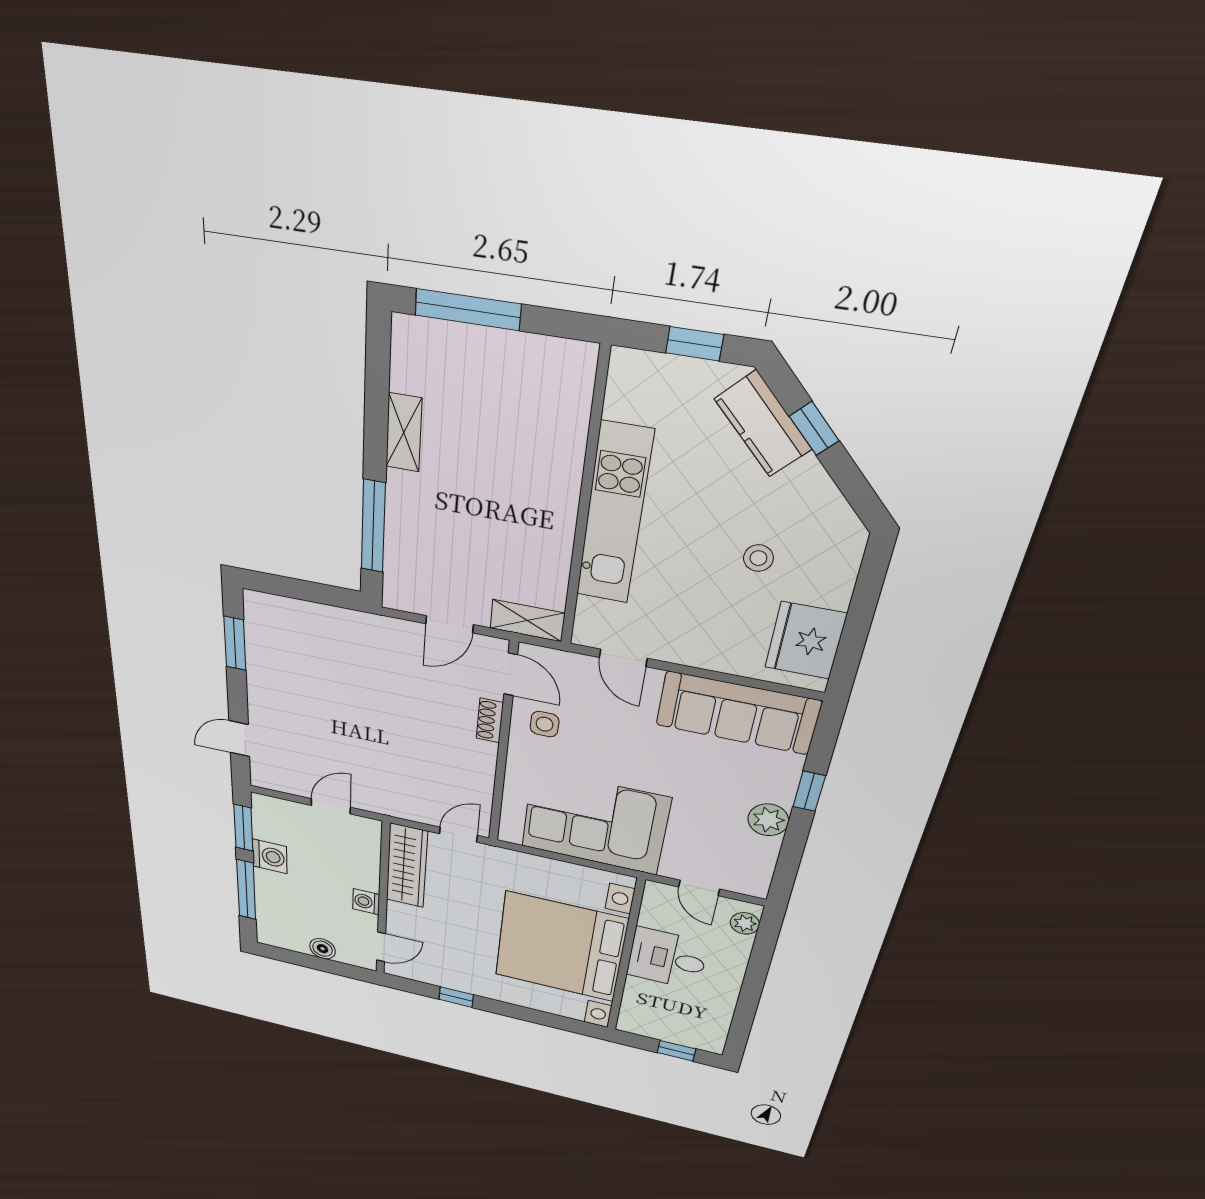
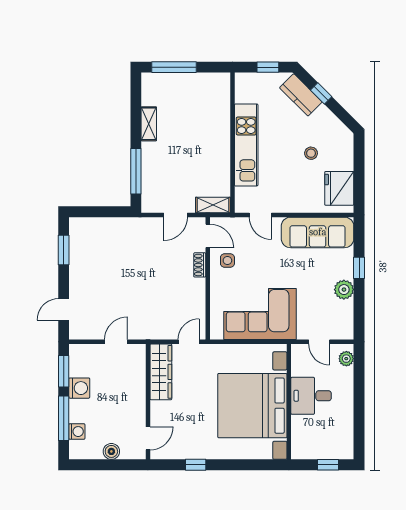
washing machine: (366, 902) -> (77, 432), moved, turned 180

